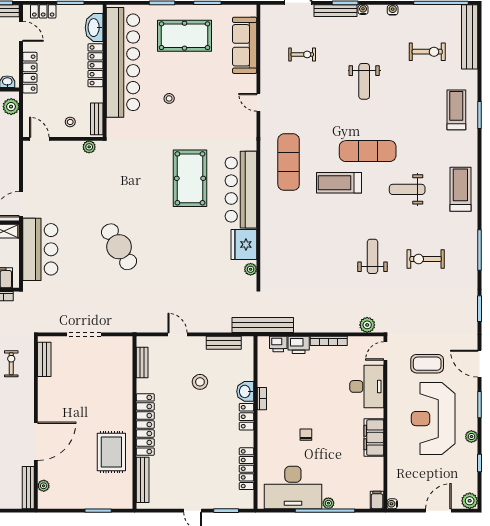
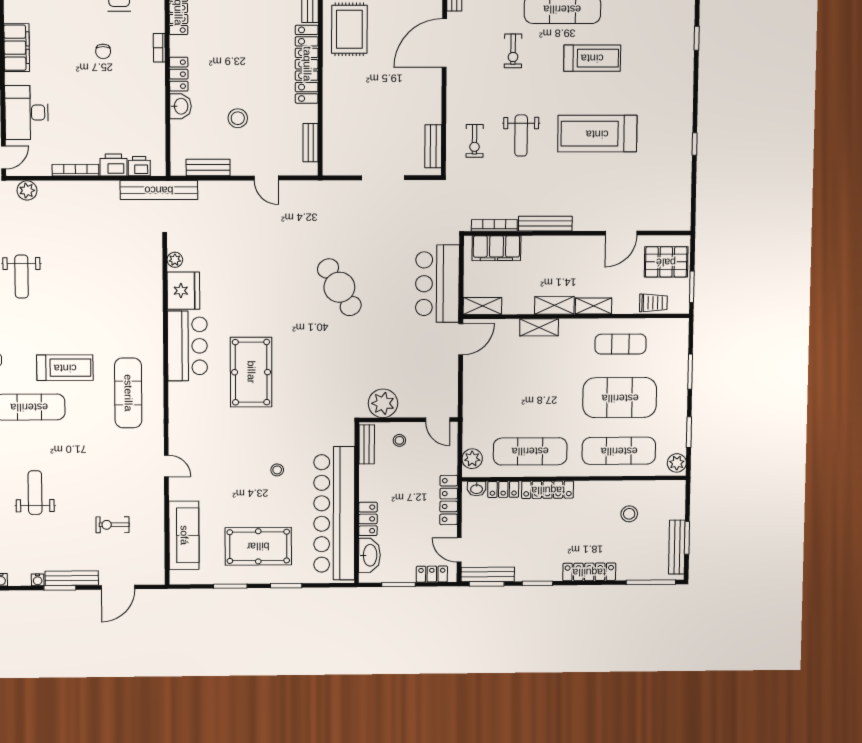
locker: (95, 65) -> (368, 519), width x0.66
plant: (89, 147) -> (383, 403), width x1.88, depth x1.88
bar counter: (241, 190) -> (187, 346), width x0.73
bookcase: (262, 399) -> (159, 48), moved

